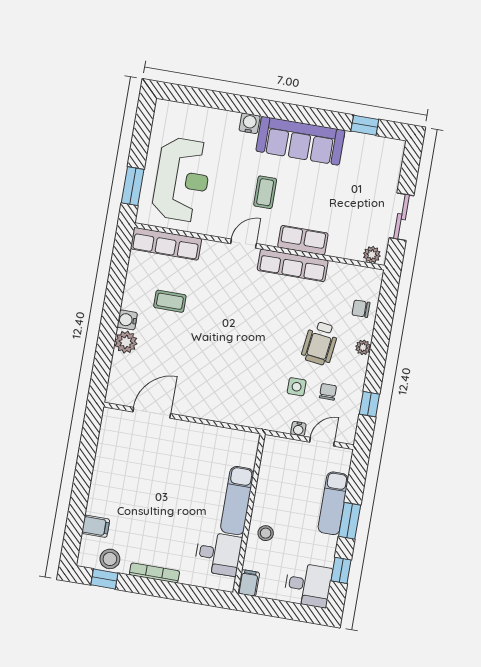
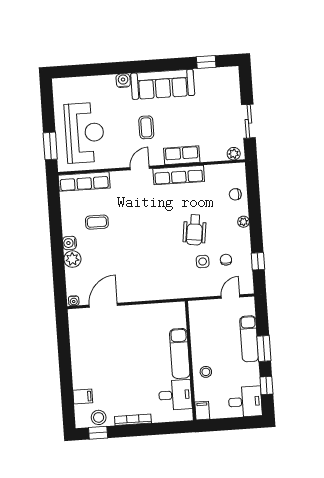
wheelchair: (320, 343) -> (195, 230), moved
water cooler: (298, 429) -> (74, 301), moved

